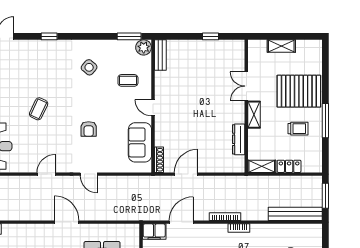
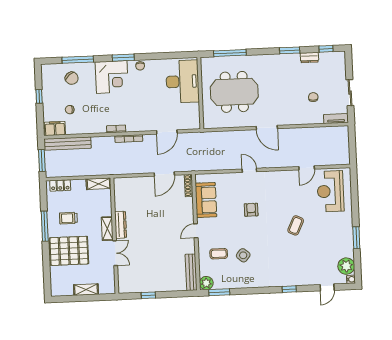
bench: (160, 55) -> (191, 272), width x1.36
side table: (89, 67) -> (243, 255), moved
door: (153, 108) -> (196, 231), swing flipped
dresser: (239, 139) -> (121, 225), moved
locker: (289, 166) -> (60, 185), moved
door: (46, 174) -> (307, 168), moved
filing cabinet: (154, 232) -> (55, 129), moved

